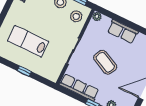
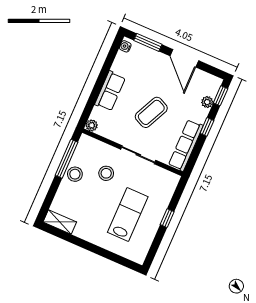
stool: (76, 16) -> (106, 173), moved
lab bench: (28, 41) -> (128, 215), turned 180

